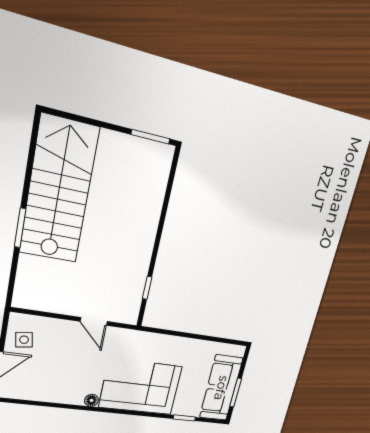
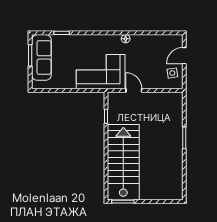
stairs: (59, 190) -> (123, 162), moved, turned 180
corner sofa: (141, 387) -> (101, 72), moved, turned 180

